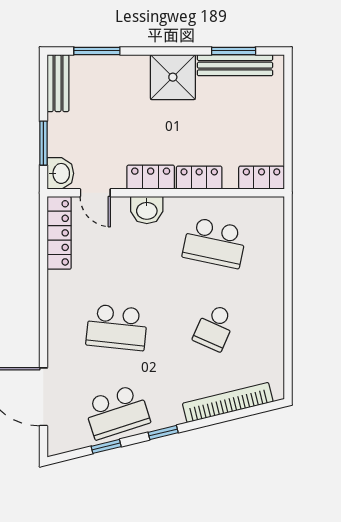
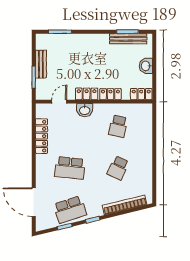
shower: (173, 77) -> (98, 45), removed
bench: (58, 83) -> (41, 64), moved
washbasin: (60, 173) -> (146, 66), moved, turned 180
door: (95, 193) -> (59, 102), swing flipped
locker: (59, 233) -> (41, 136), moved
school desk: (215, 243) -> (118, 126), width x0.54

